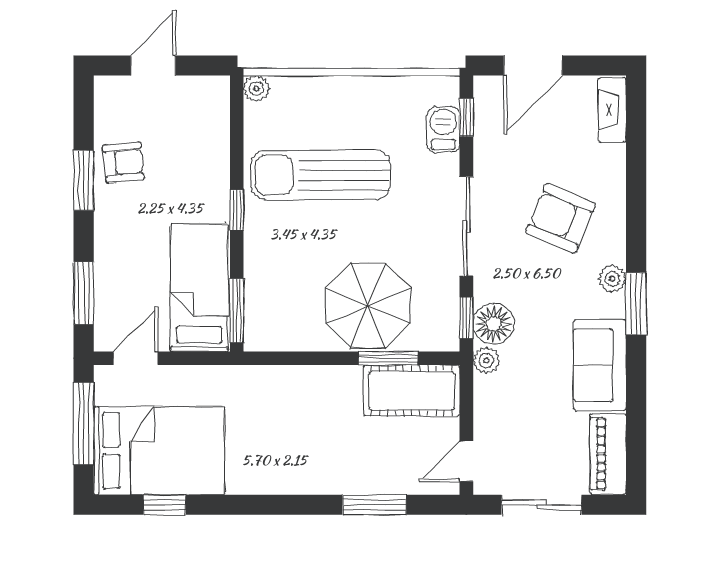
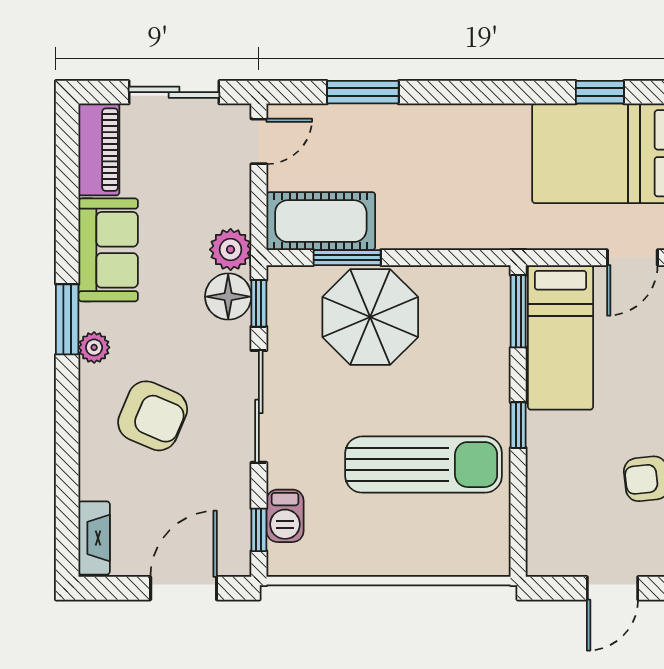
plant: (257, 89) -> (496, 562), removed
plant: (486, 360) -> (231, 250), width x1.38, depth x1.38

